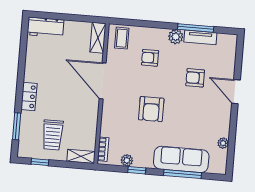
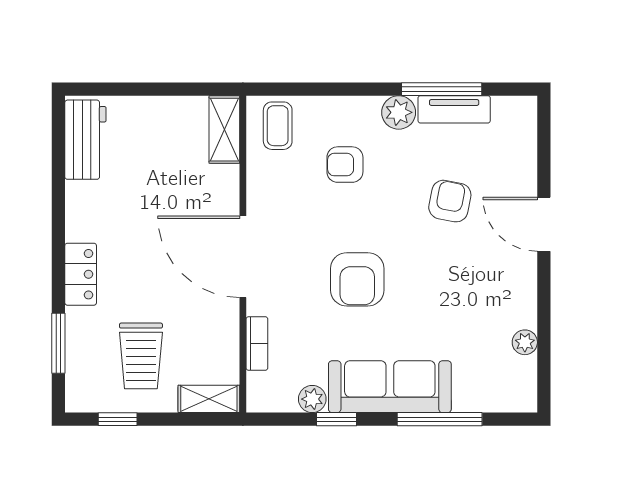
workbench: (45, 27) -> (85, 140), moved, turned -90
armchair: (195, 78) -> (450, 201), turned 101
door: (103, 81) -> (243, 257), moved
bookcase: (103, 149) -> (257, 344), moved
sofa: (181, 159) -> (390, 387), moved

